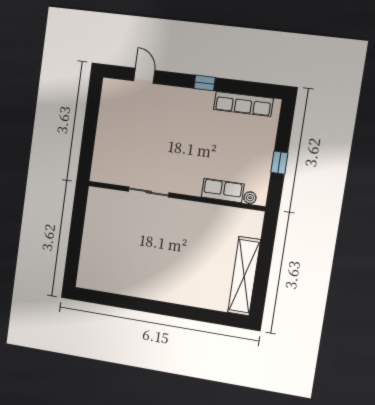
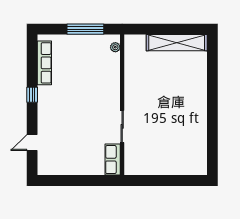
window: (279, 163) -> (85, 29), width x2.17
row of seats: (223, 190) -> (113, 160), moved

